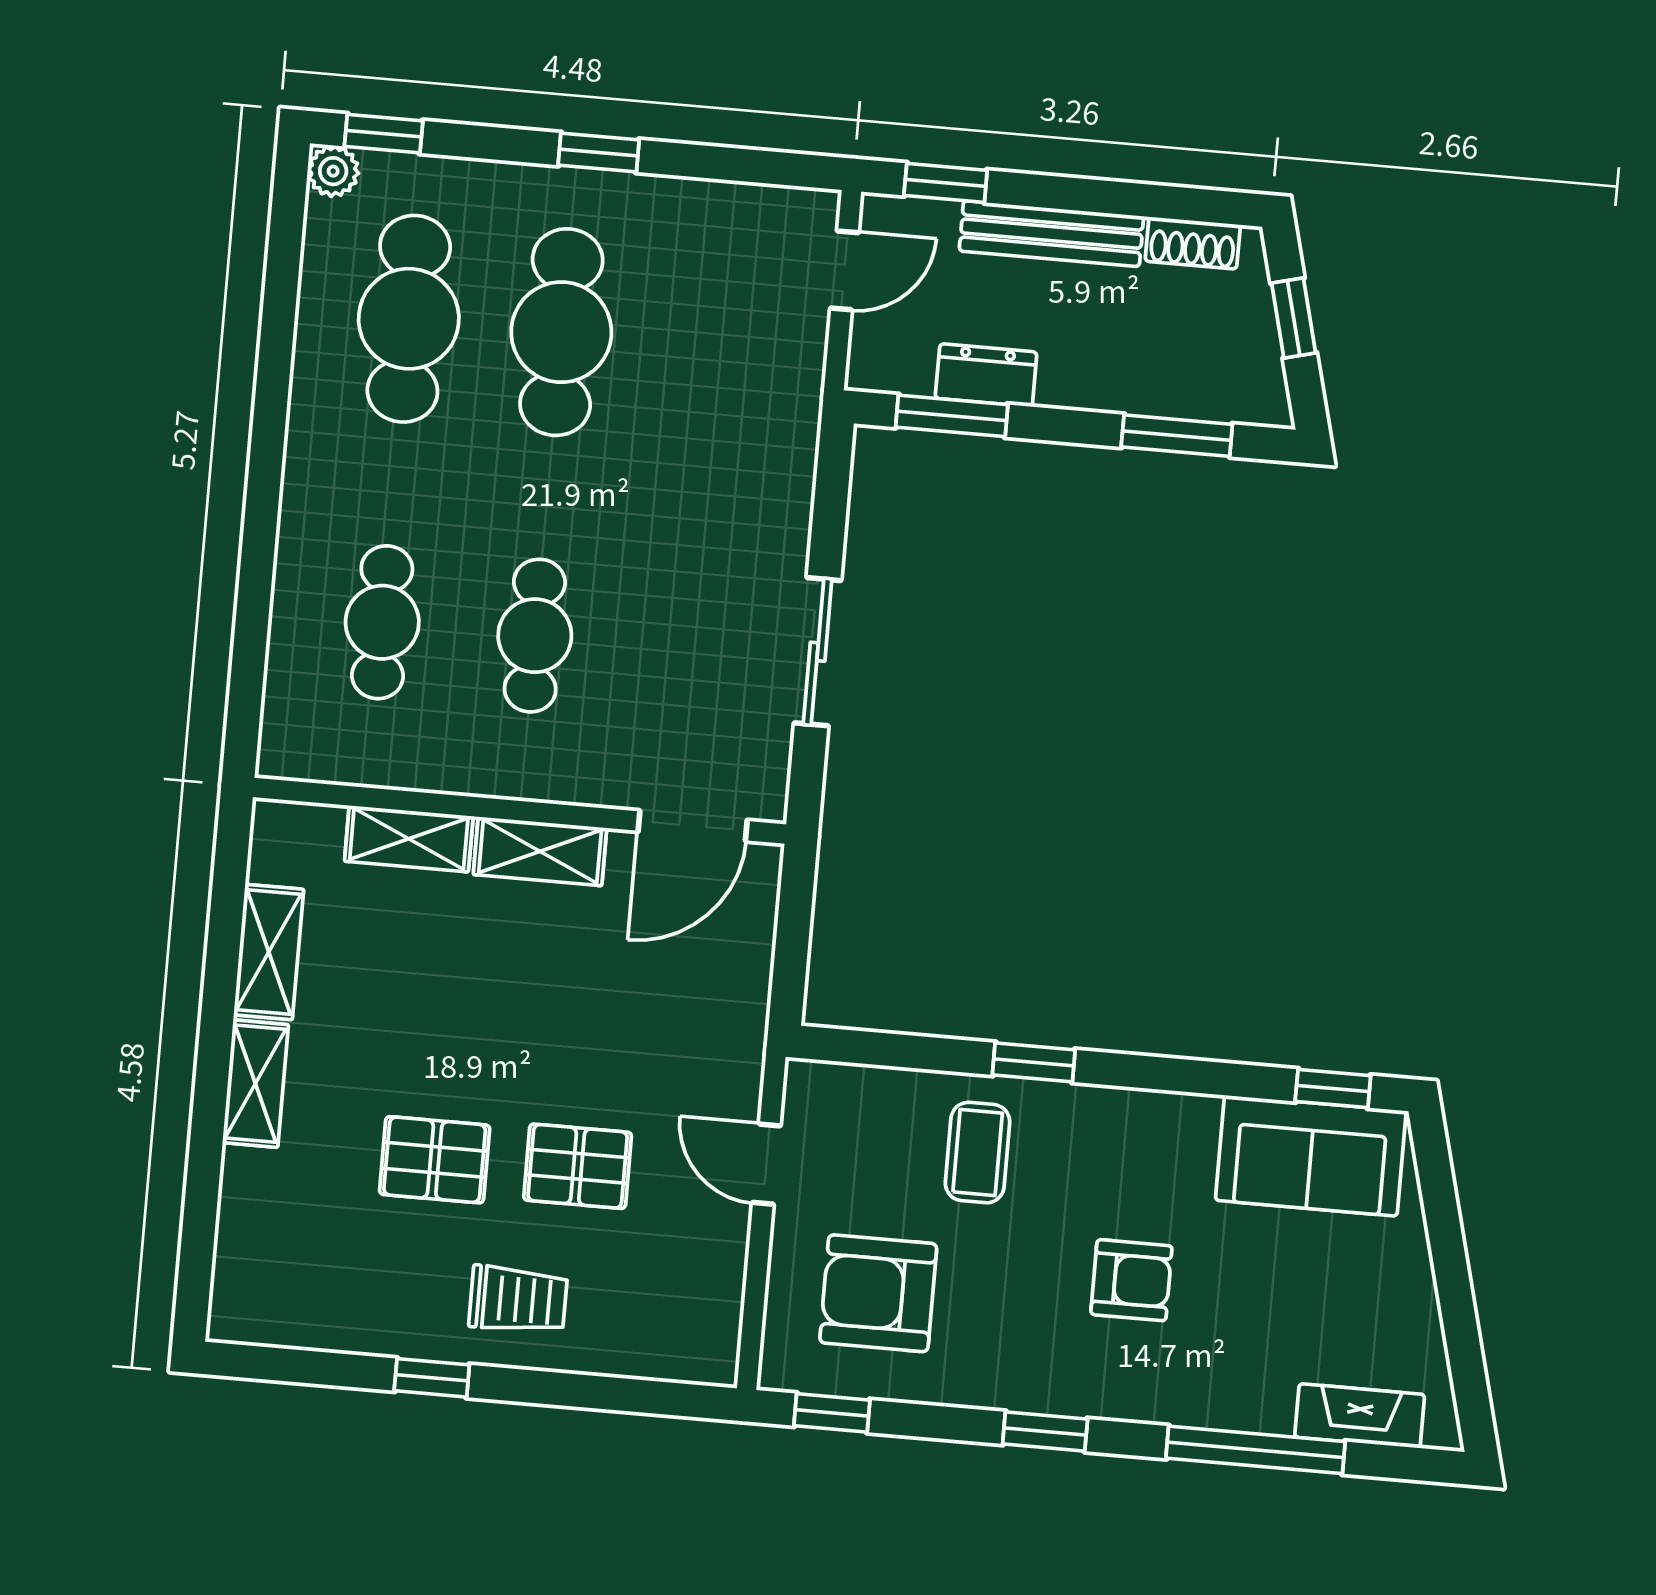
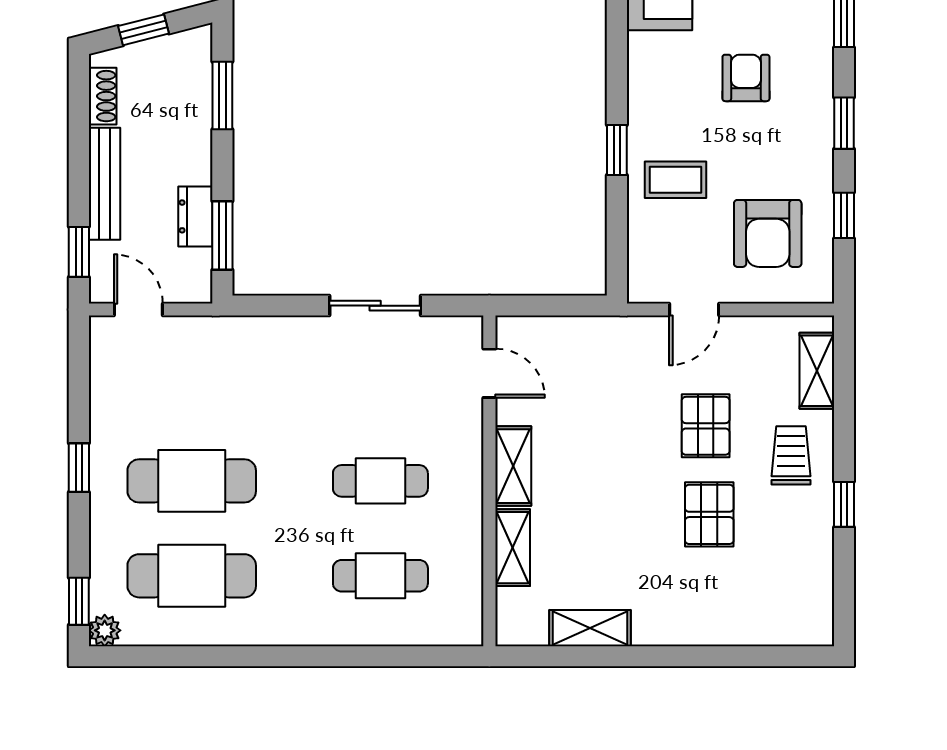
door: (693, 826) -> (489, 373), width x0.73
shelving: (255, 1084) -> (817, 371), moved, turned 90
window: (832, 1413) -> (844, 215), moved

